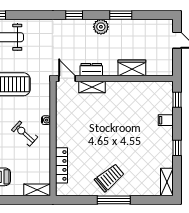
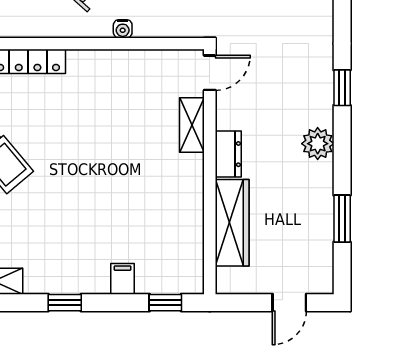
window: (121, 15) -> (342, 219), moved
wardrobe: (132, 68) -> (232, 223), width x1.50
dresser: (91, 70) -> (228, 154), moved

